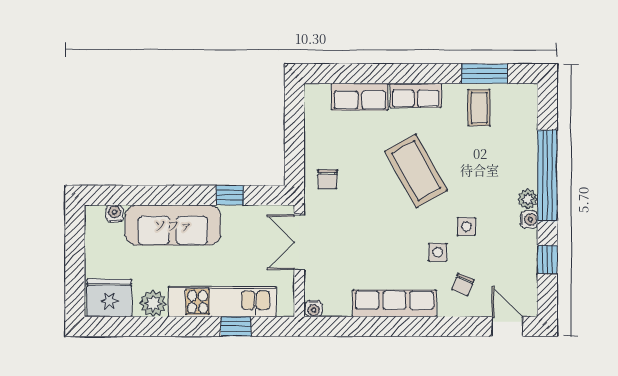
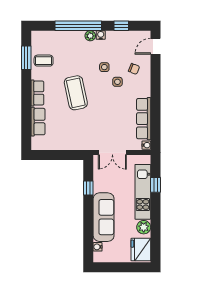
coffee table: (416, 171) -> (76, 93), turned -73
chair: (328, 179) -> (80, 138), removed
row of seats: (394, 303) -> (144, 119), moved

